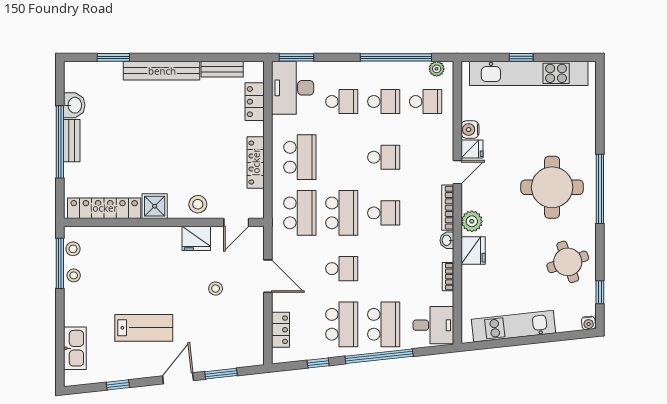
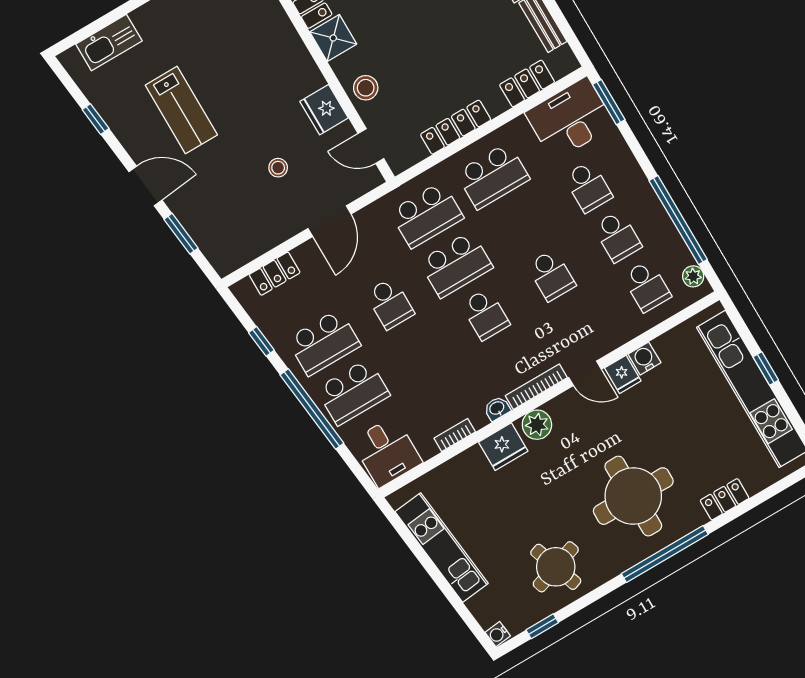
locker: (588, 131) -> (725, 499), added

